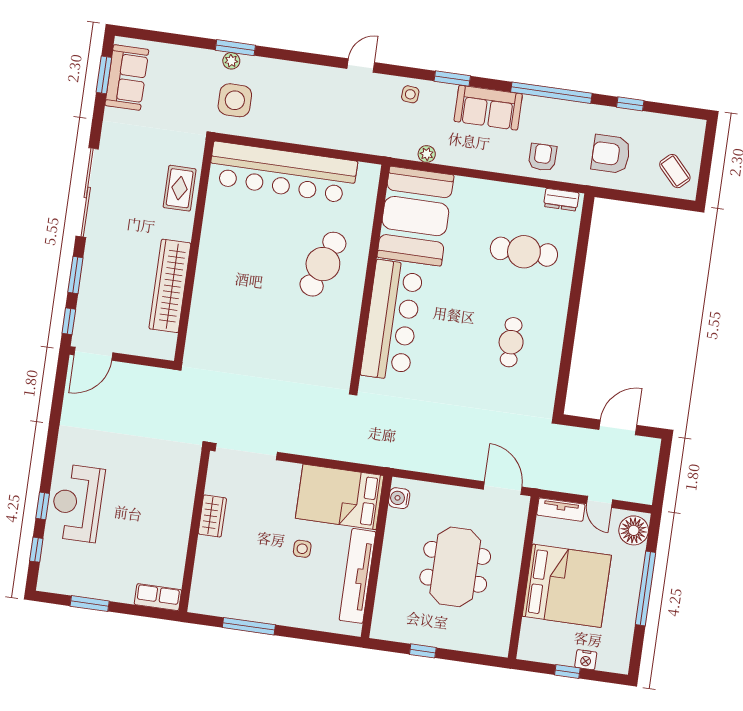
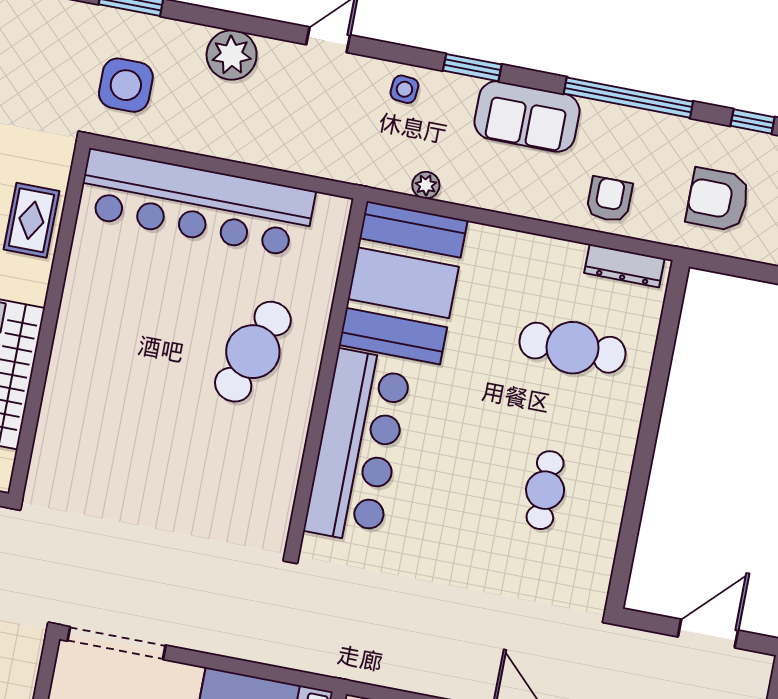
plant: (231, 61) -> (232, 55), moved, width x1.87, depth x1.87
dresser: (561, 200) -> (624, 266), width x1.44

